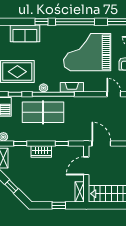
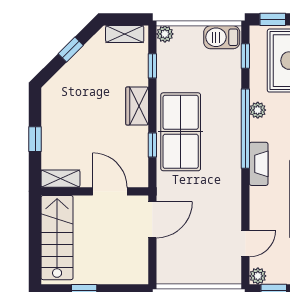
table tennis table: (43, 112) -> (181, 132), moved

